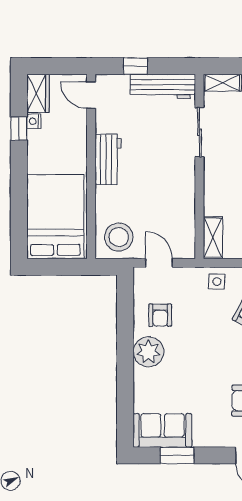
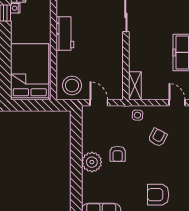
armchair: (160, 315) -> (118, 154), moved

